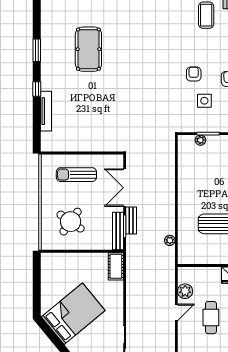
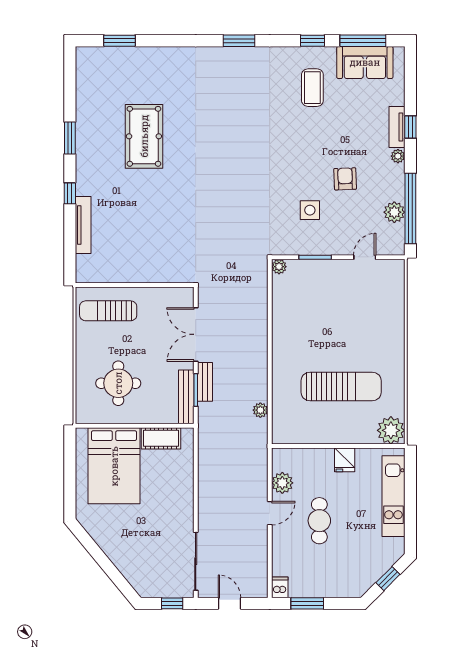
armchair: (194, 74) -> (295, 172), removed
plant: (200, 140) -> (279, 267), moved
sun lounger: (76, 175) -> (108, 311), moved
round table: (71, 222) -> (118, 383), turned -35
cot: (116, 266) -> (161, 438), moved, turned 90
bed: (73, 314) -> (114, 466), moved, turned 130

